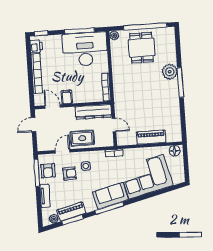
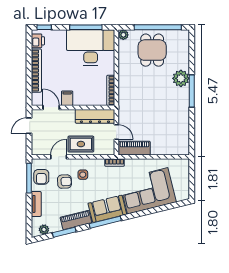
piano: (151, 137) -> (134, 148), moved
floor lamp: (175, 151) -> (180, 165), removed
piano: (71, 212) -> (76, 220), moved

